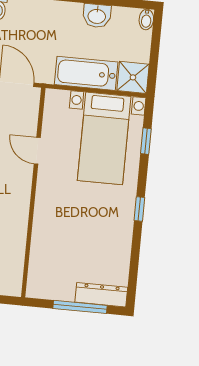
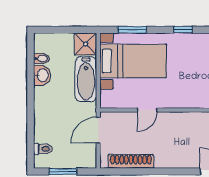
bidet: (146, 19) -> (41, 59), moved
window: (146, 141) -> (132, 30), width x1.50

